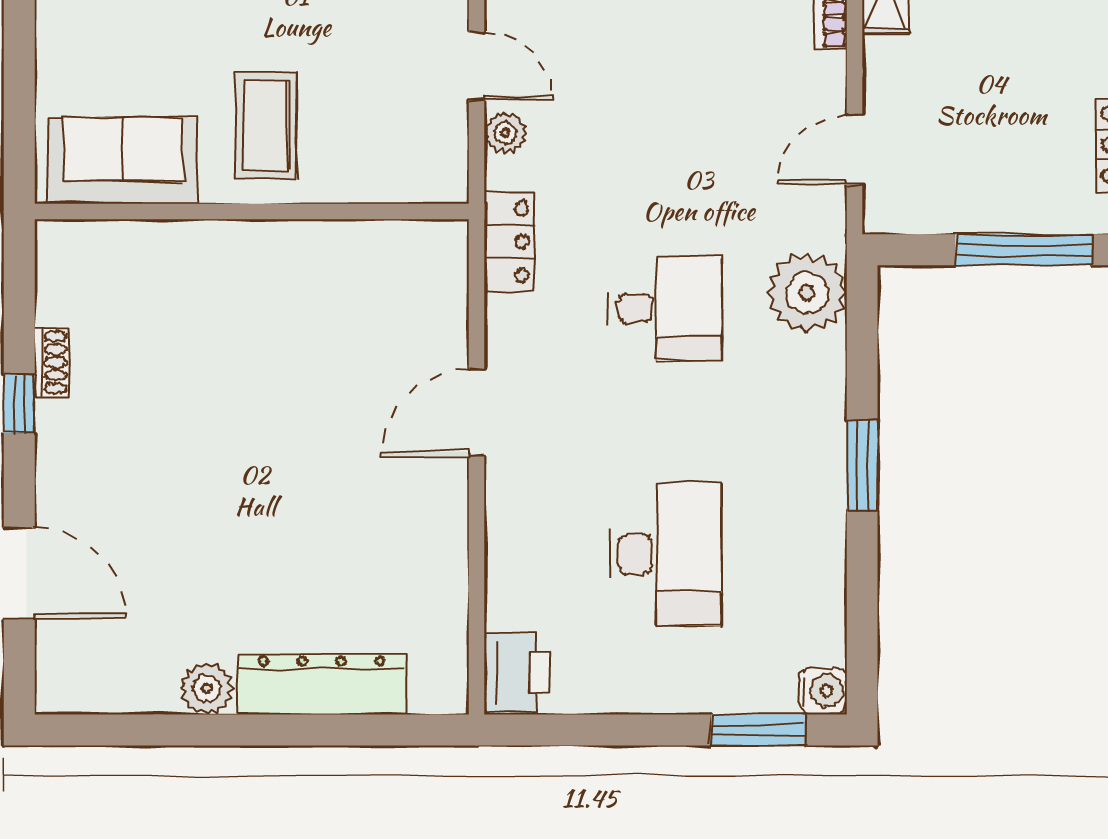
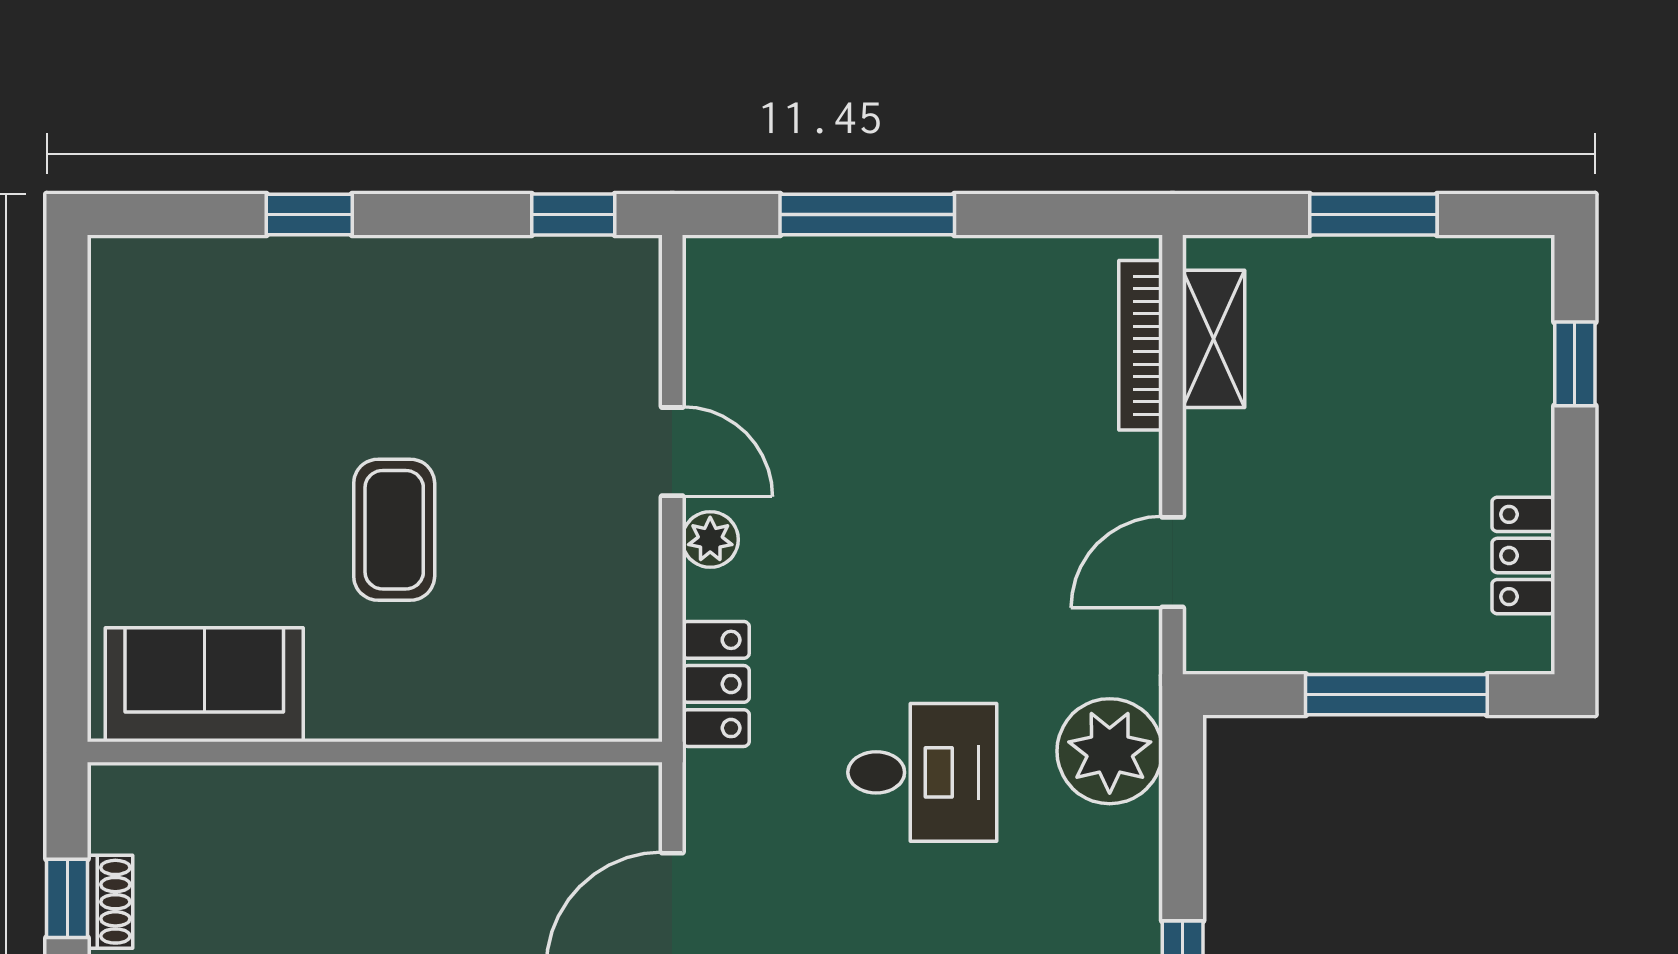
sofa: (123, 161) -> (204, 685), moved
wall: (252, 212) -> (375, 752), moved
shoe rack: (52, 362) -> (110, 902), moved

